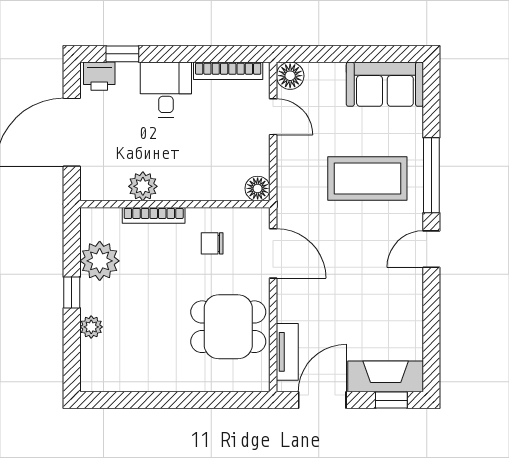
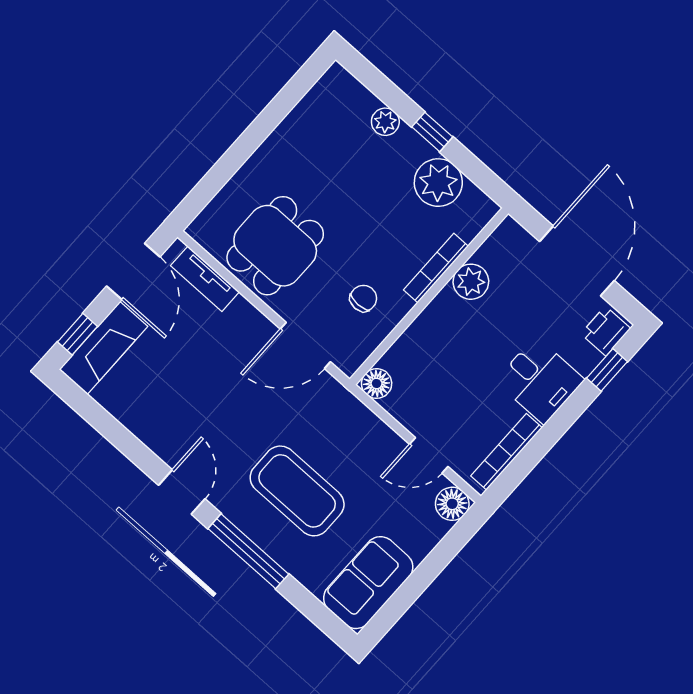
coffee table: (367, 178) -> (297, 491), turned 90

